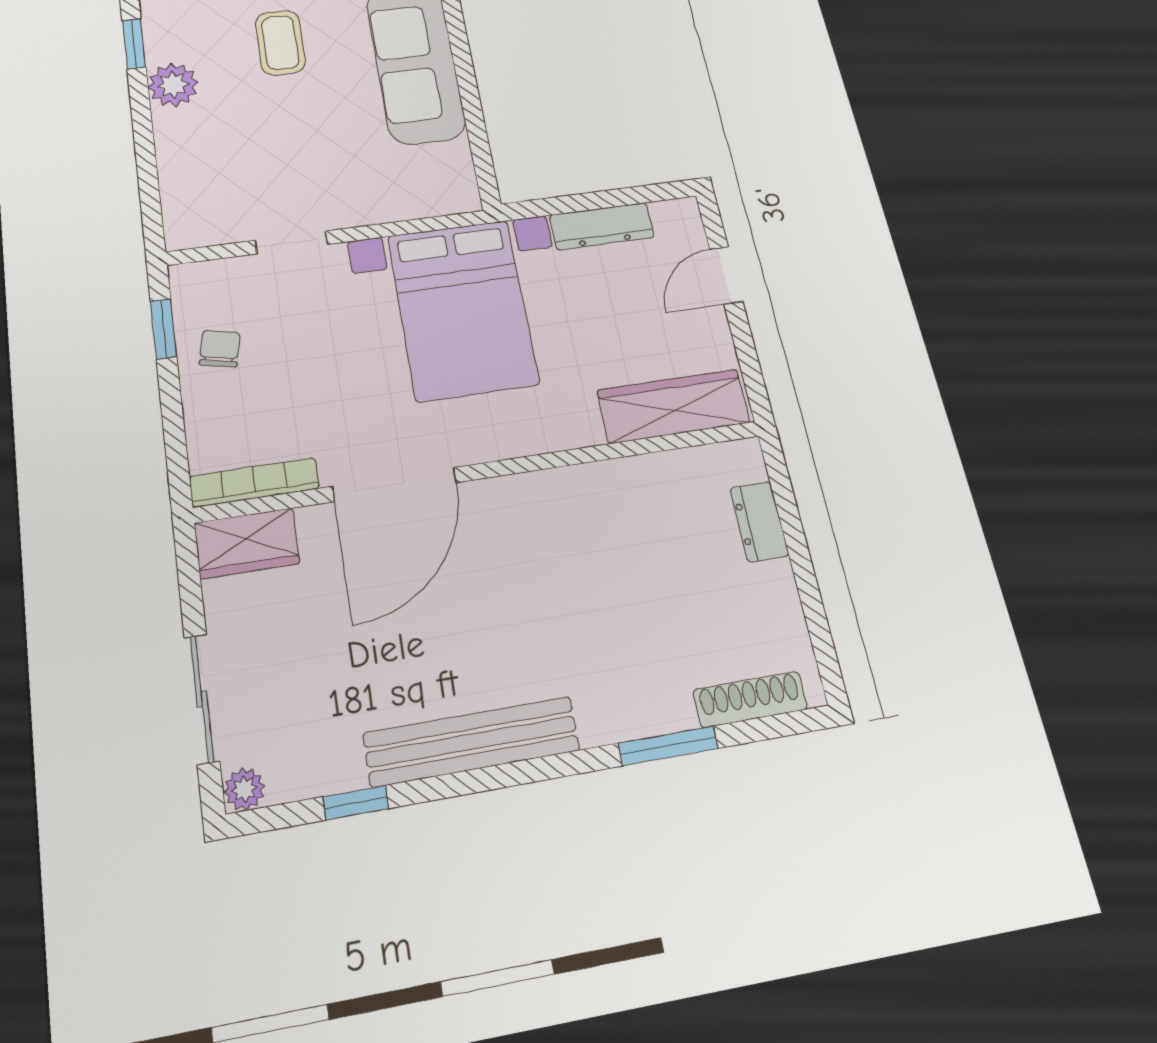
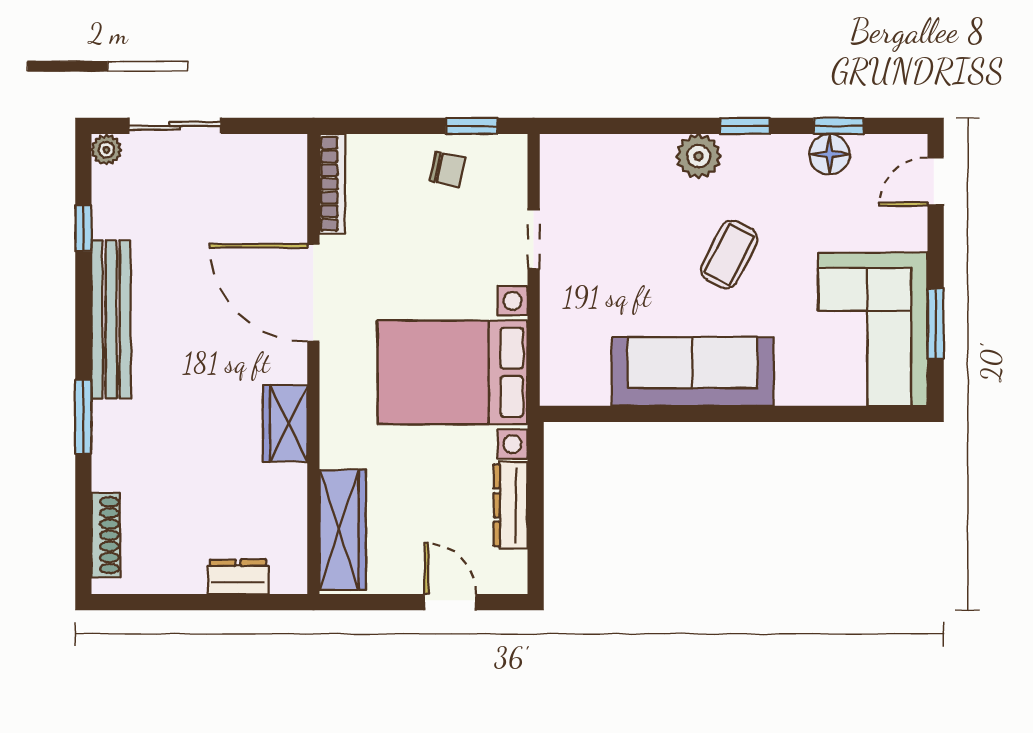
coffee table: (280, 43) -> (729, 254), turned -63
wardrobe: (247, 543) -> (285, 424), moved
window: (668, 746) -> (83, 417), moved

